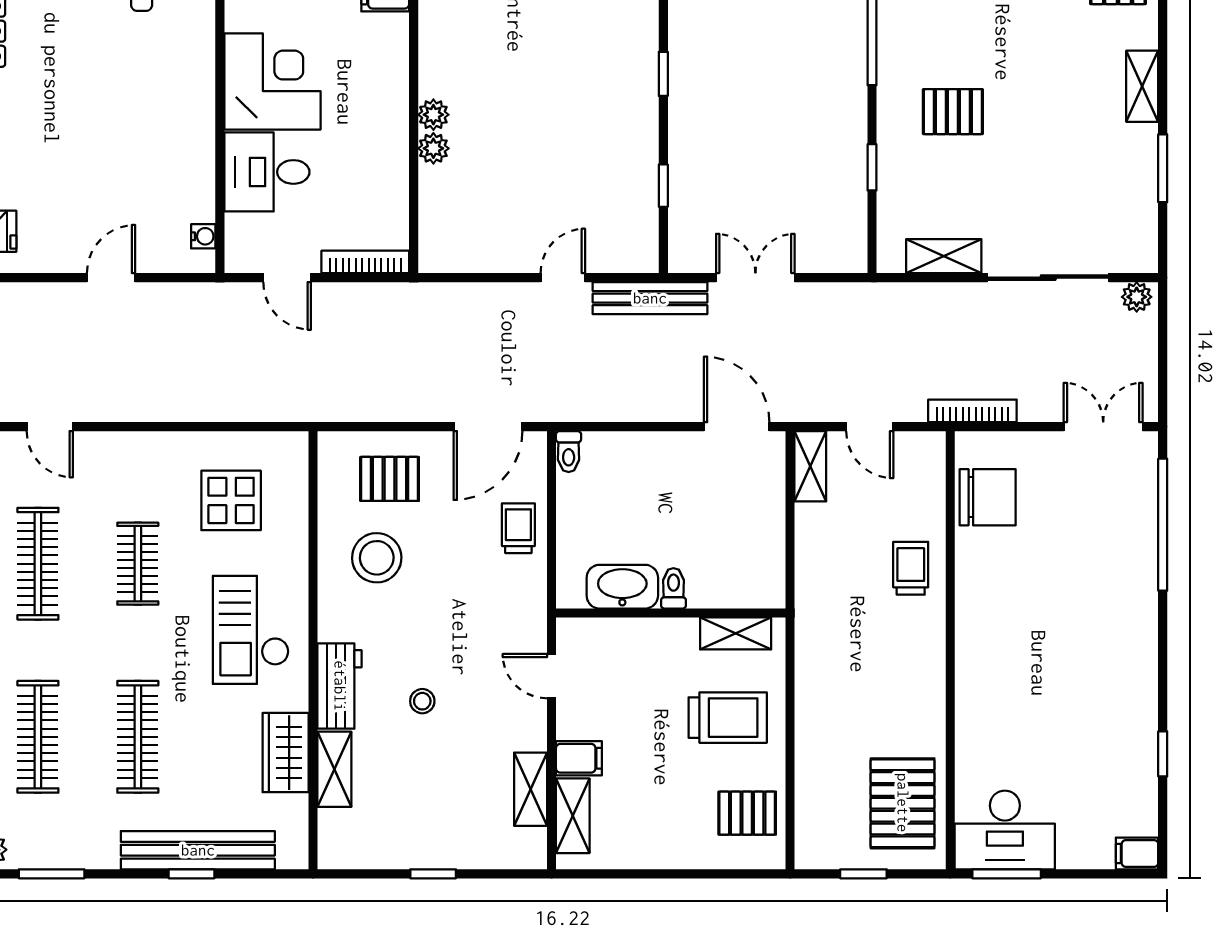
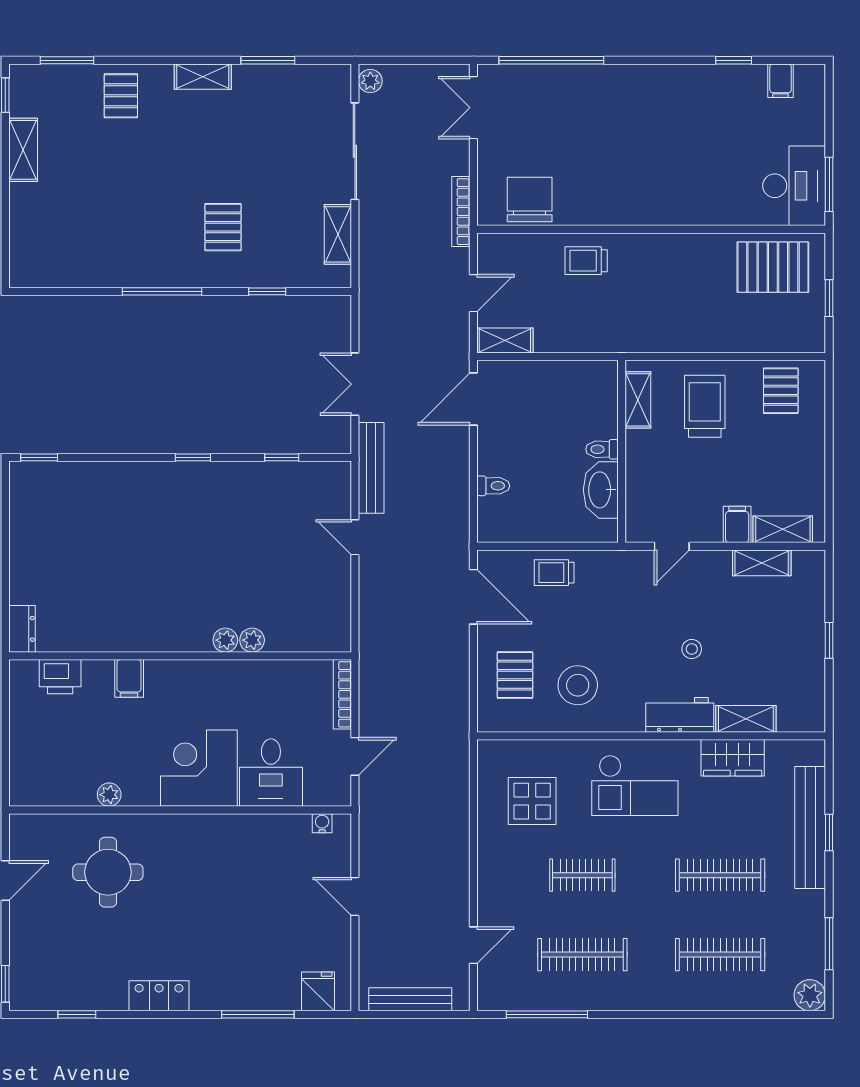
toilet: (569, 452) -> (493, 486), moved
filing cabinet: (1137, 853) -> (781, 81), moved

